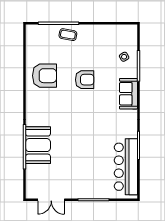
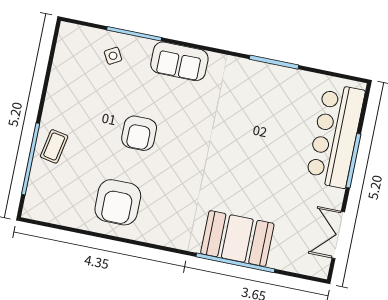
armchair: (44, 76) -> (118, 202), turned 180
armchair: (85, 80) -> (139, 133), turned 180
bar counter: (126, 167) -> (335, 136), moved, turned 90
double door: (51, 200) -> (338, 235), swing flipped

